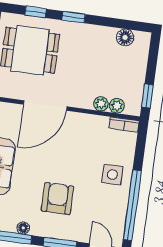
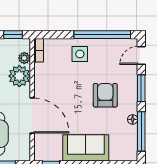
plant: (101, 104) -> (19, 76), width x1.87, depth x1.87
armchair: (57, 199) -> (105, 95), turned 90

